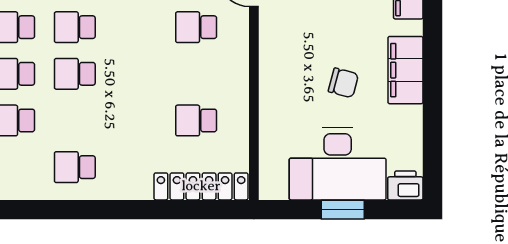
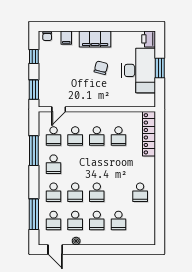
school desk: (196, 74) -> (97, 136), added

